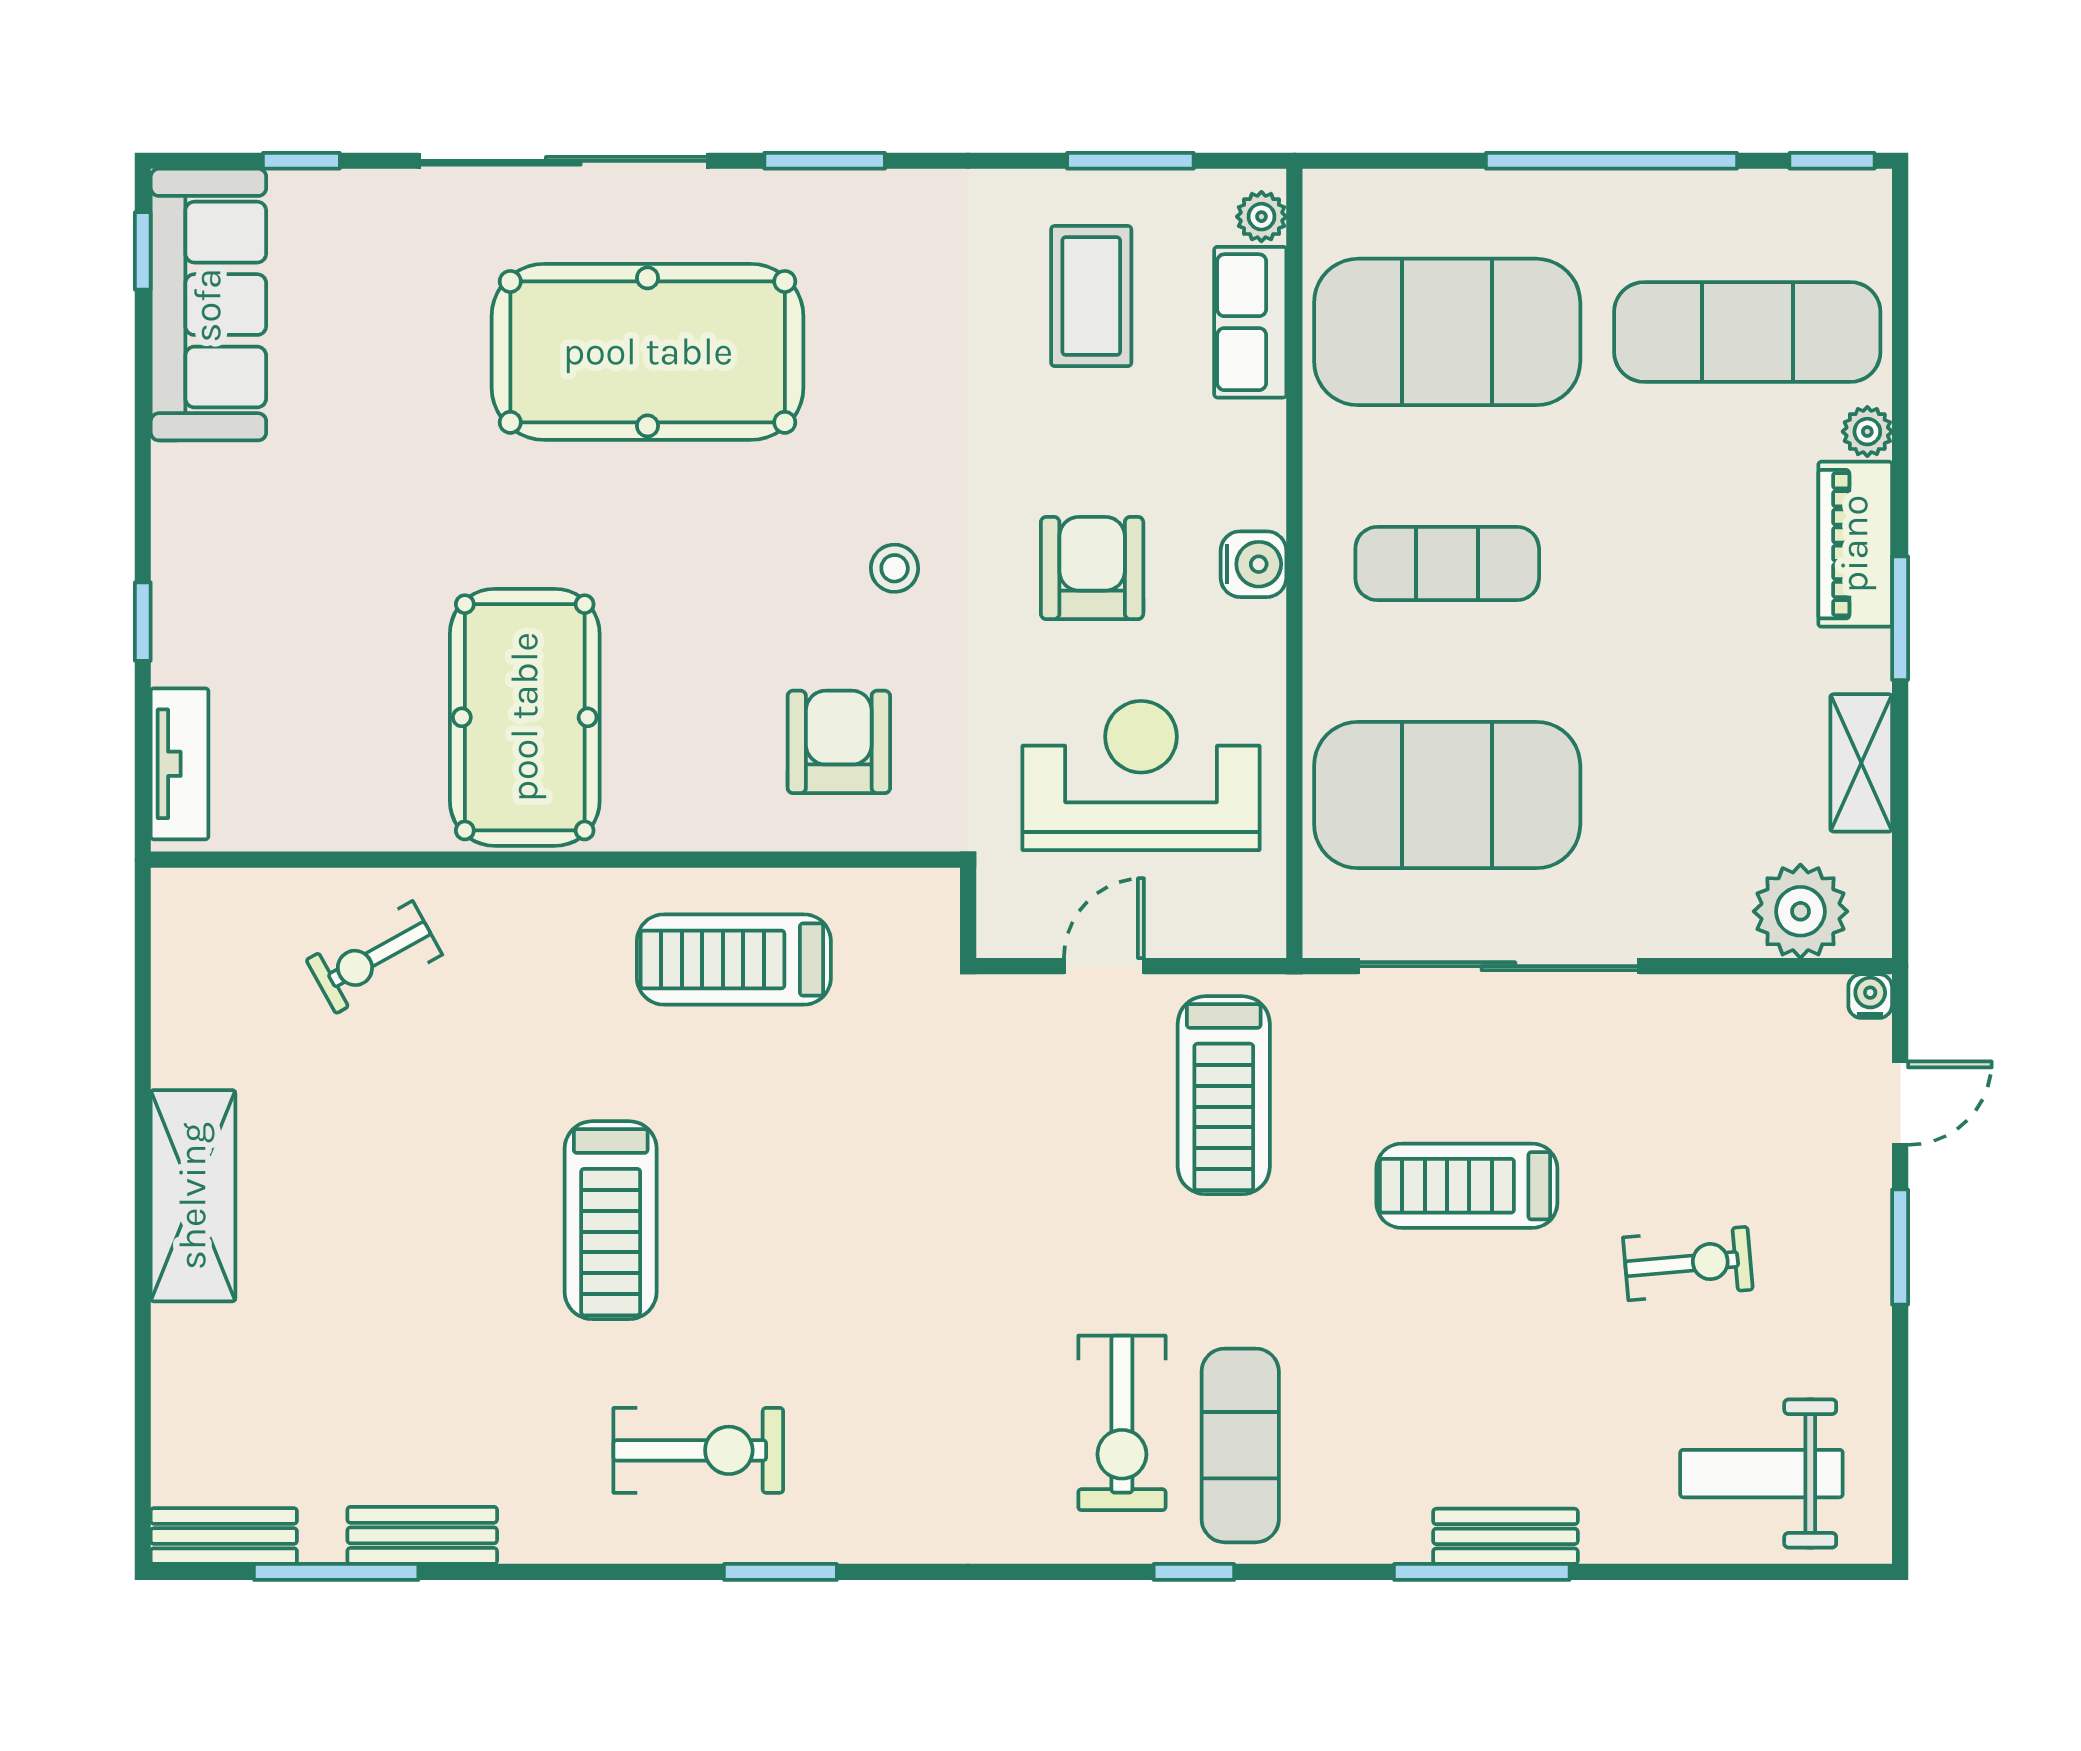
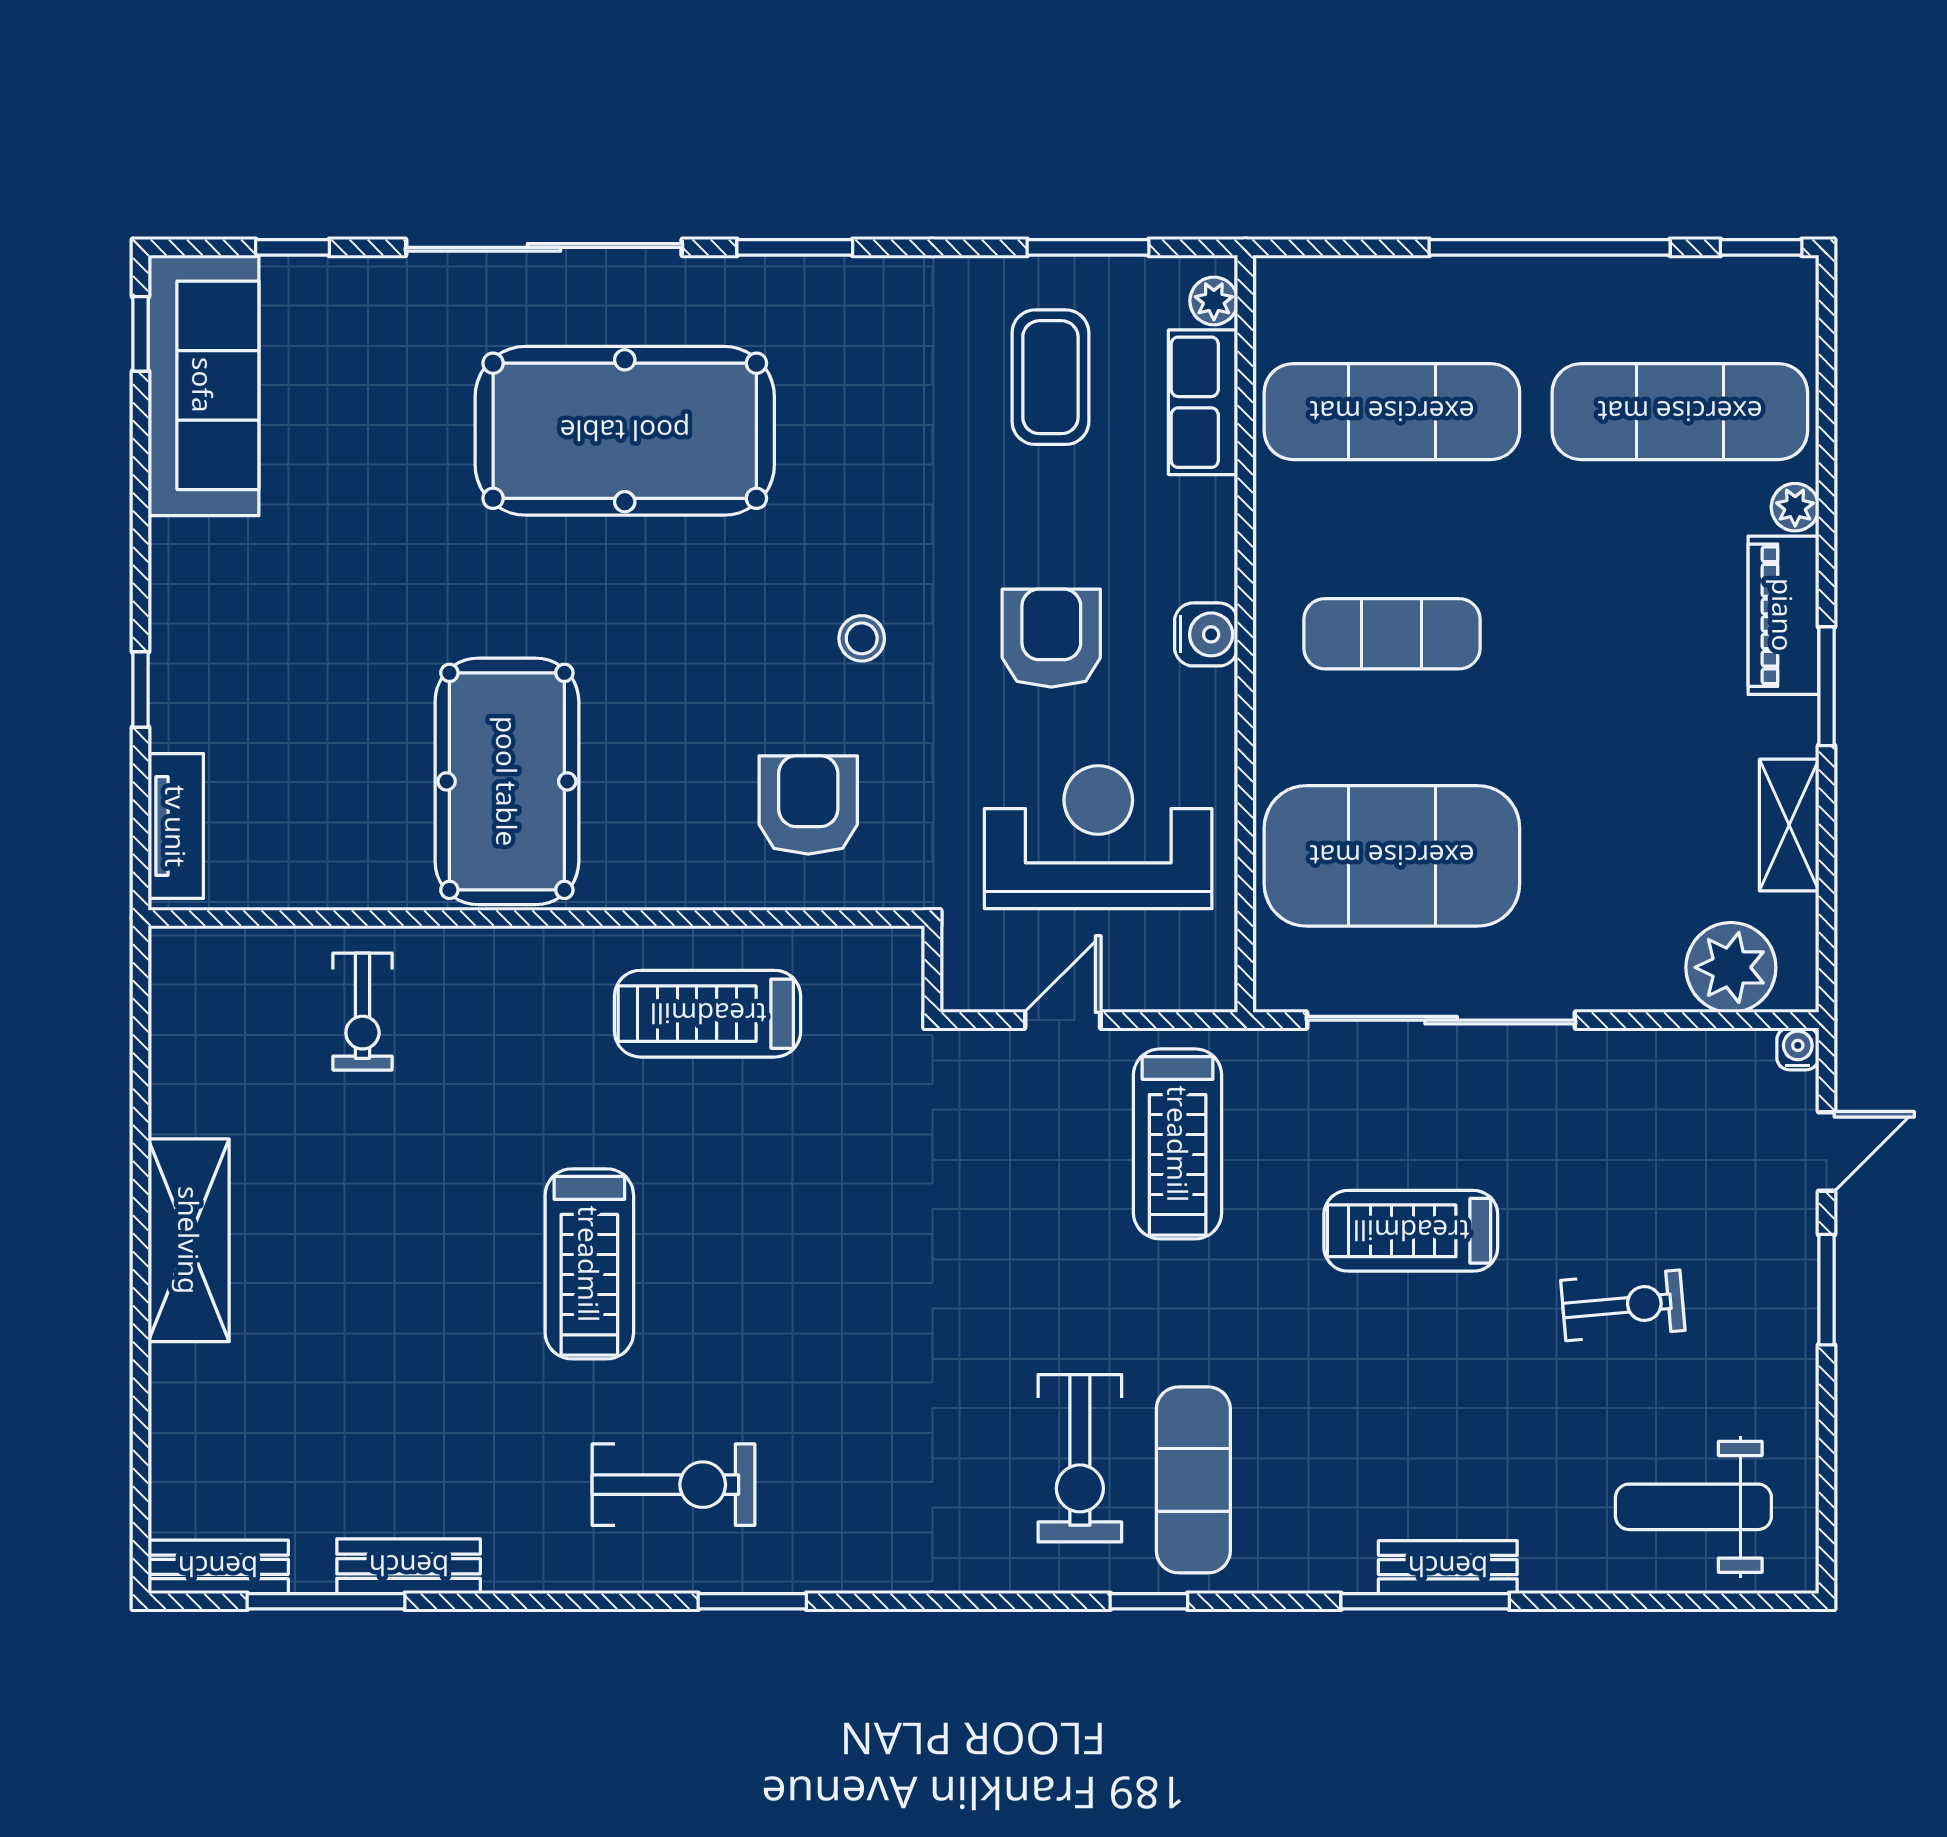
exercise mat: (1447, 332) -> (1392, 412), width x0.68
exercise bike: (374, 957) -> (362, 1012), turned -61

